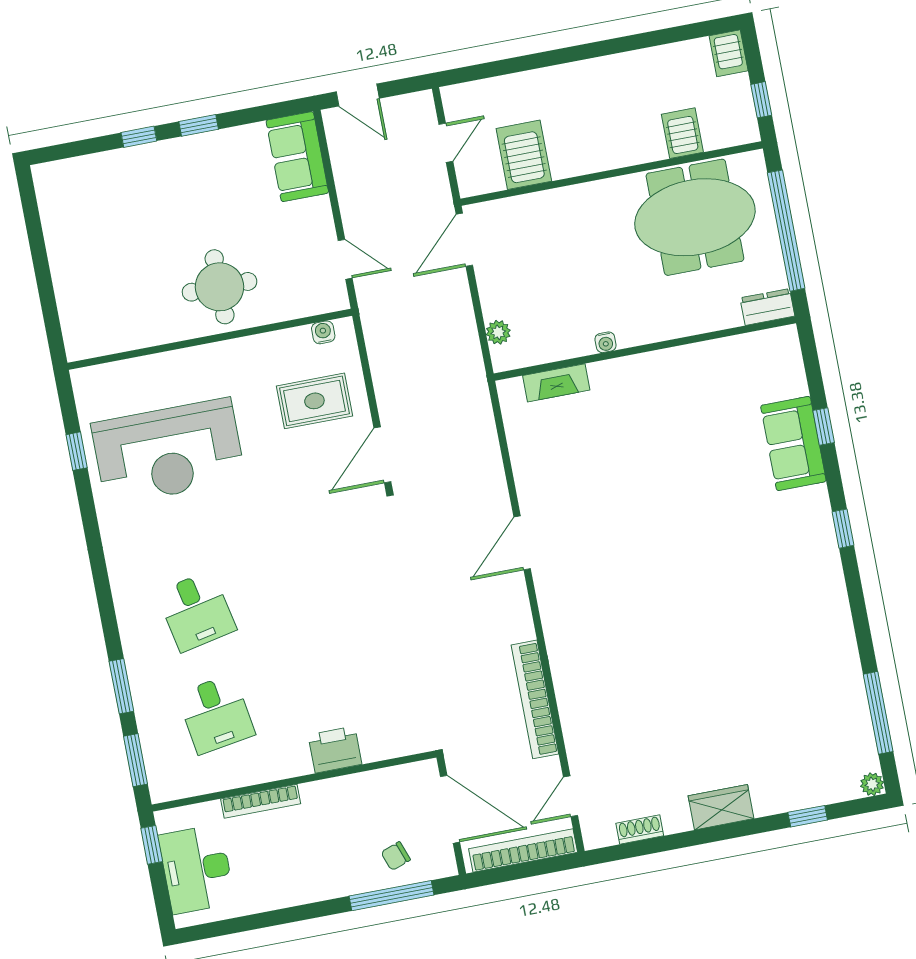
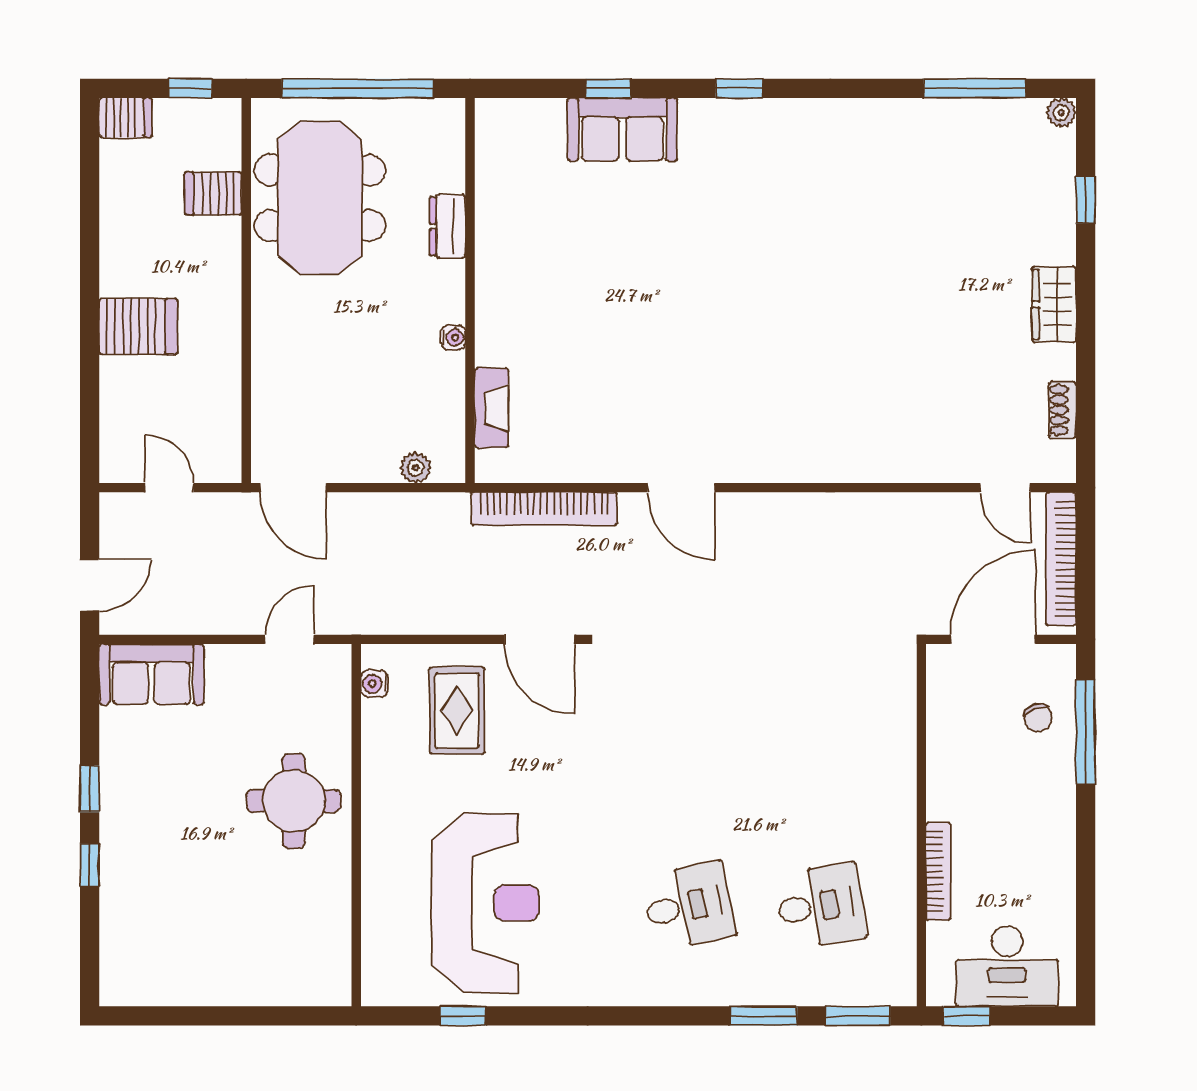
server rack: (524, 155) -> (138, 326), moved, turned 180
dresser: (767, 307) -> (448, 226), moved
bookcase: (535, 699) -> (544, 509), moved
printer: (335, 750) -> (892, 767), removed

